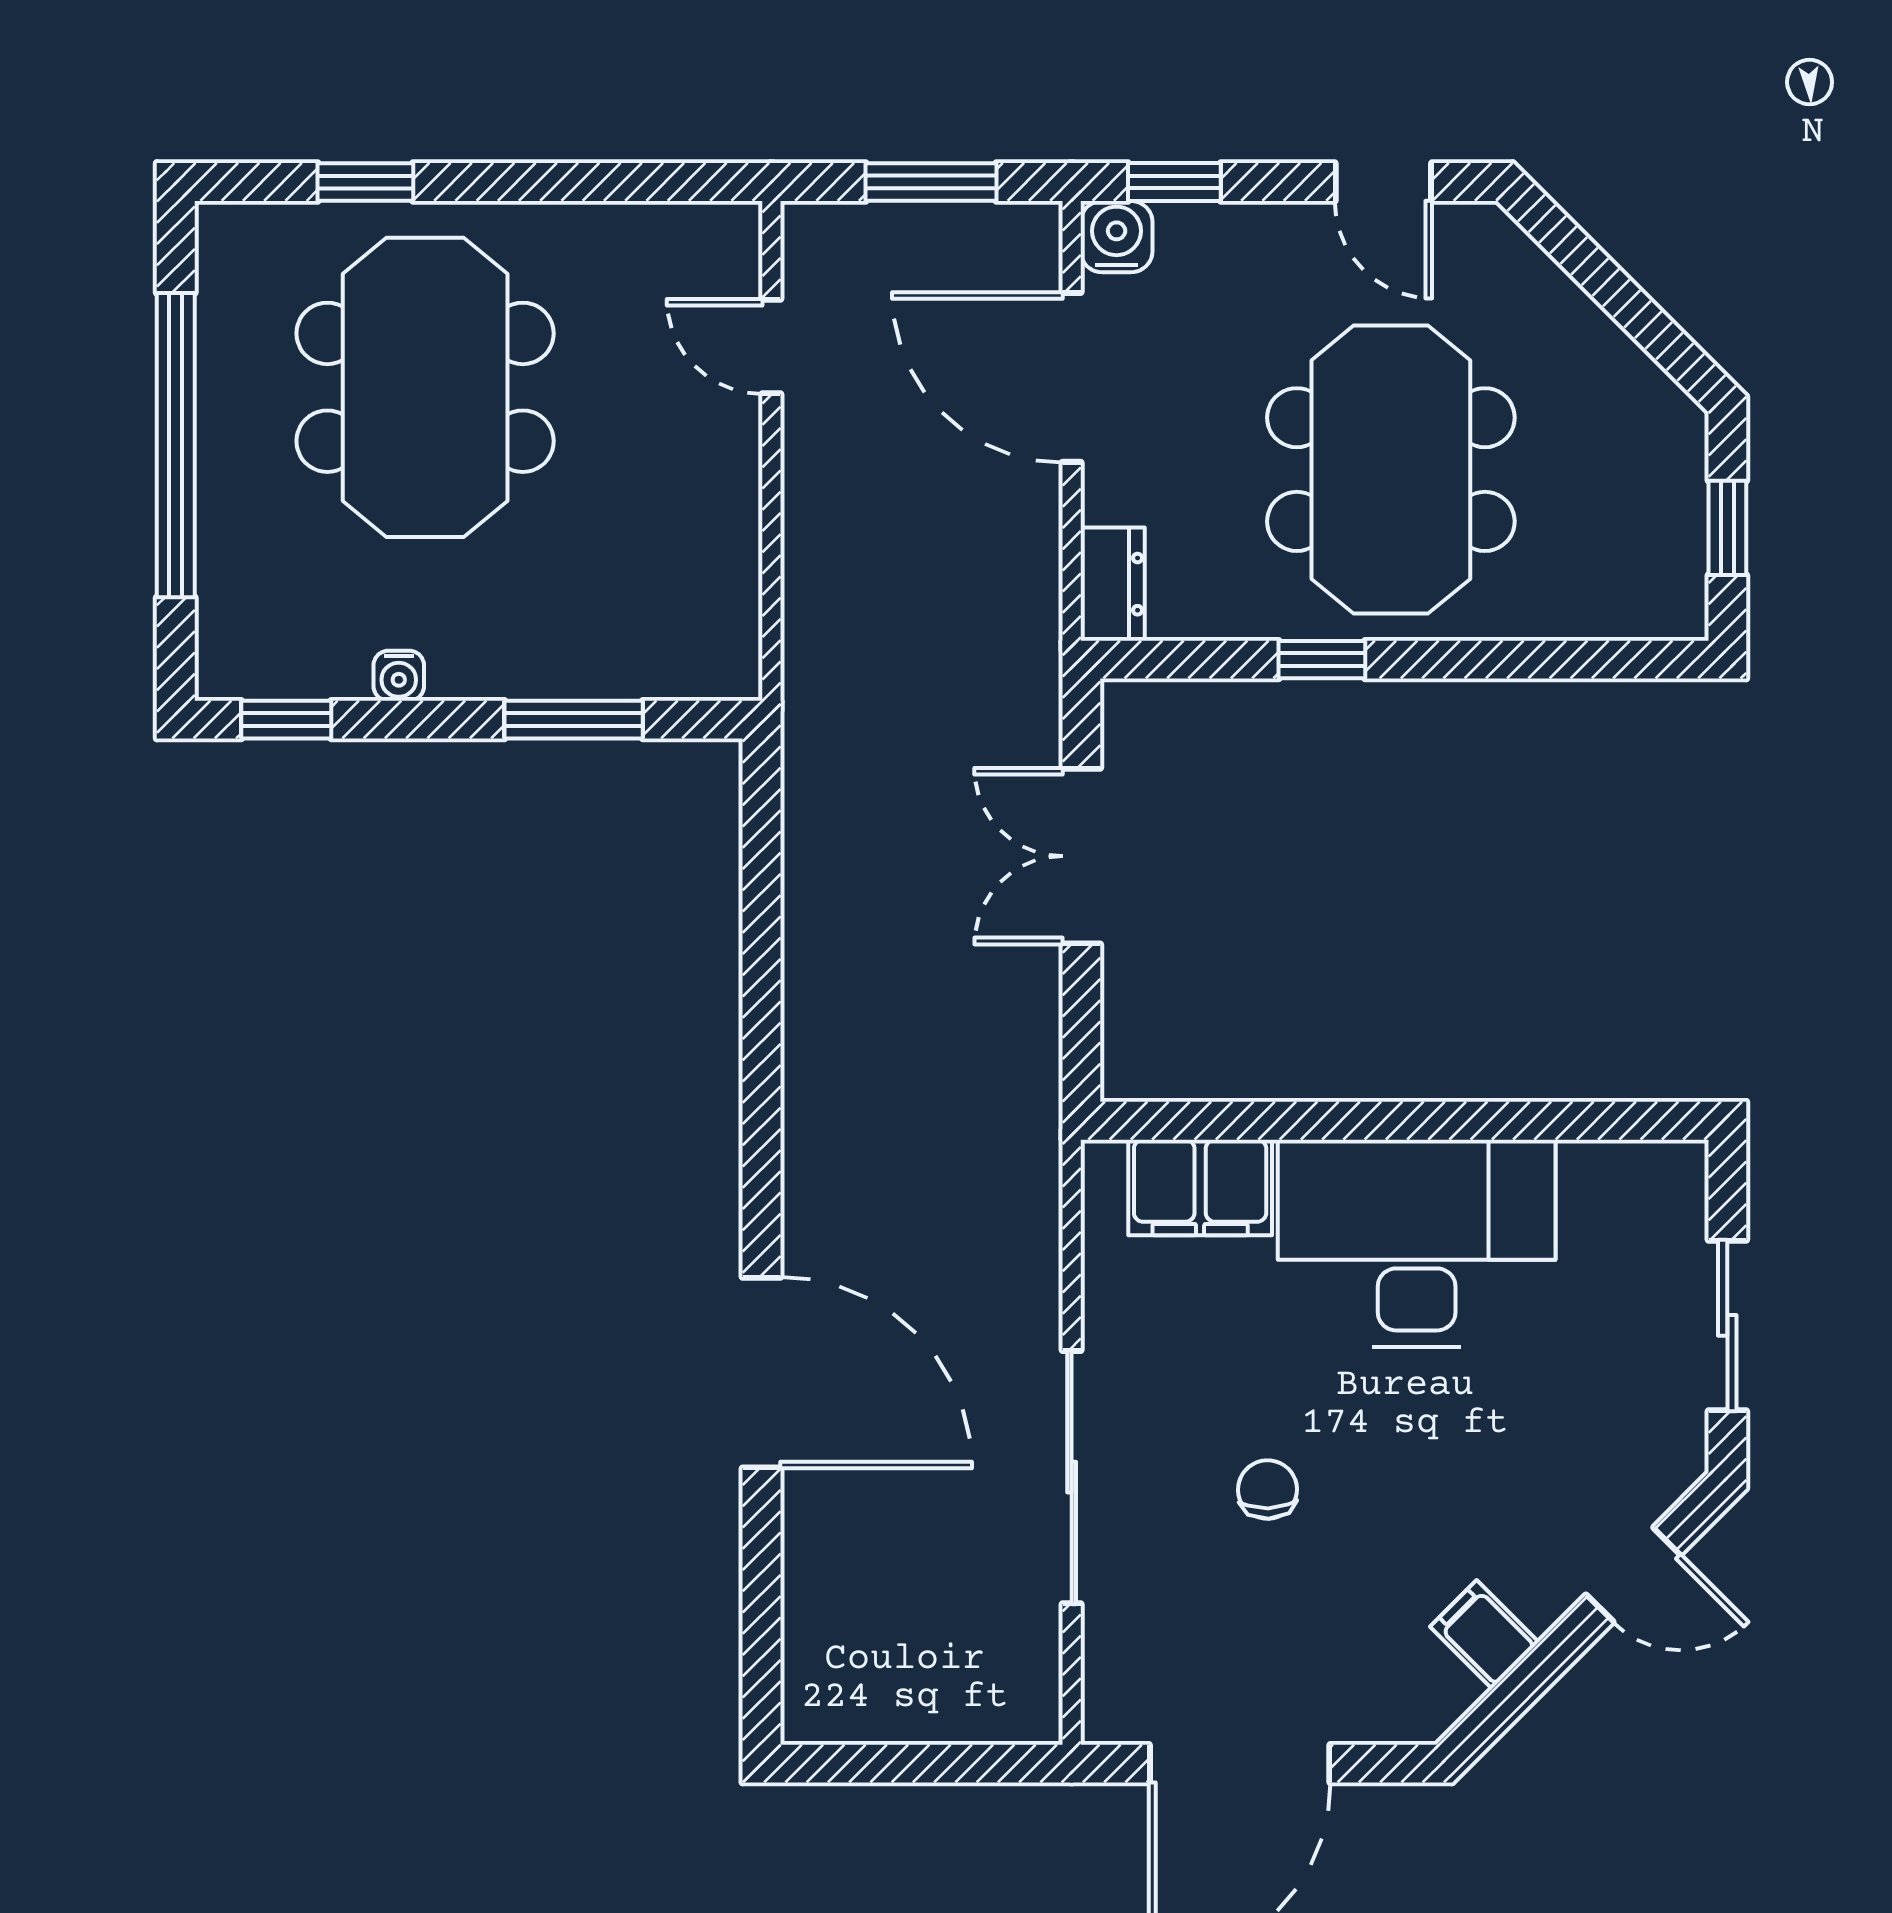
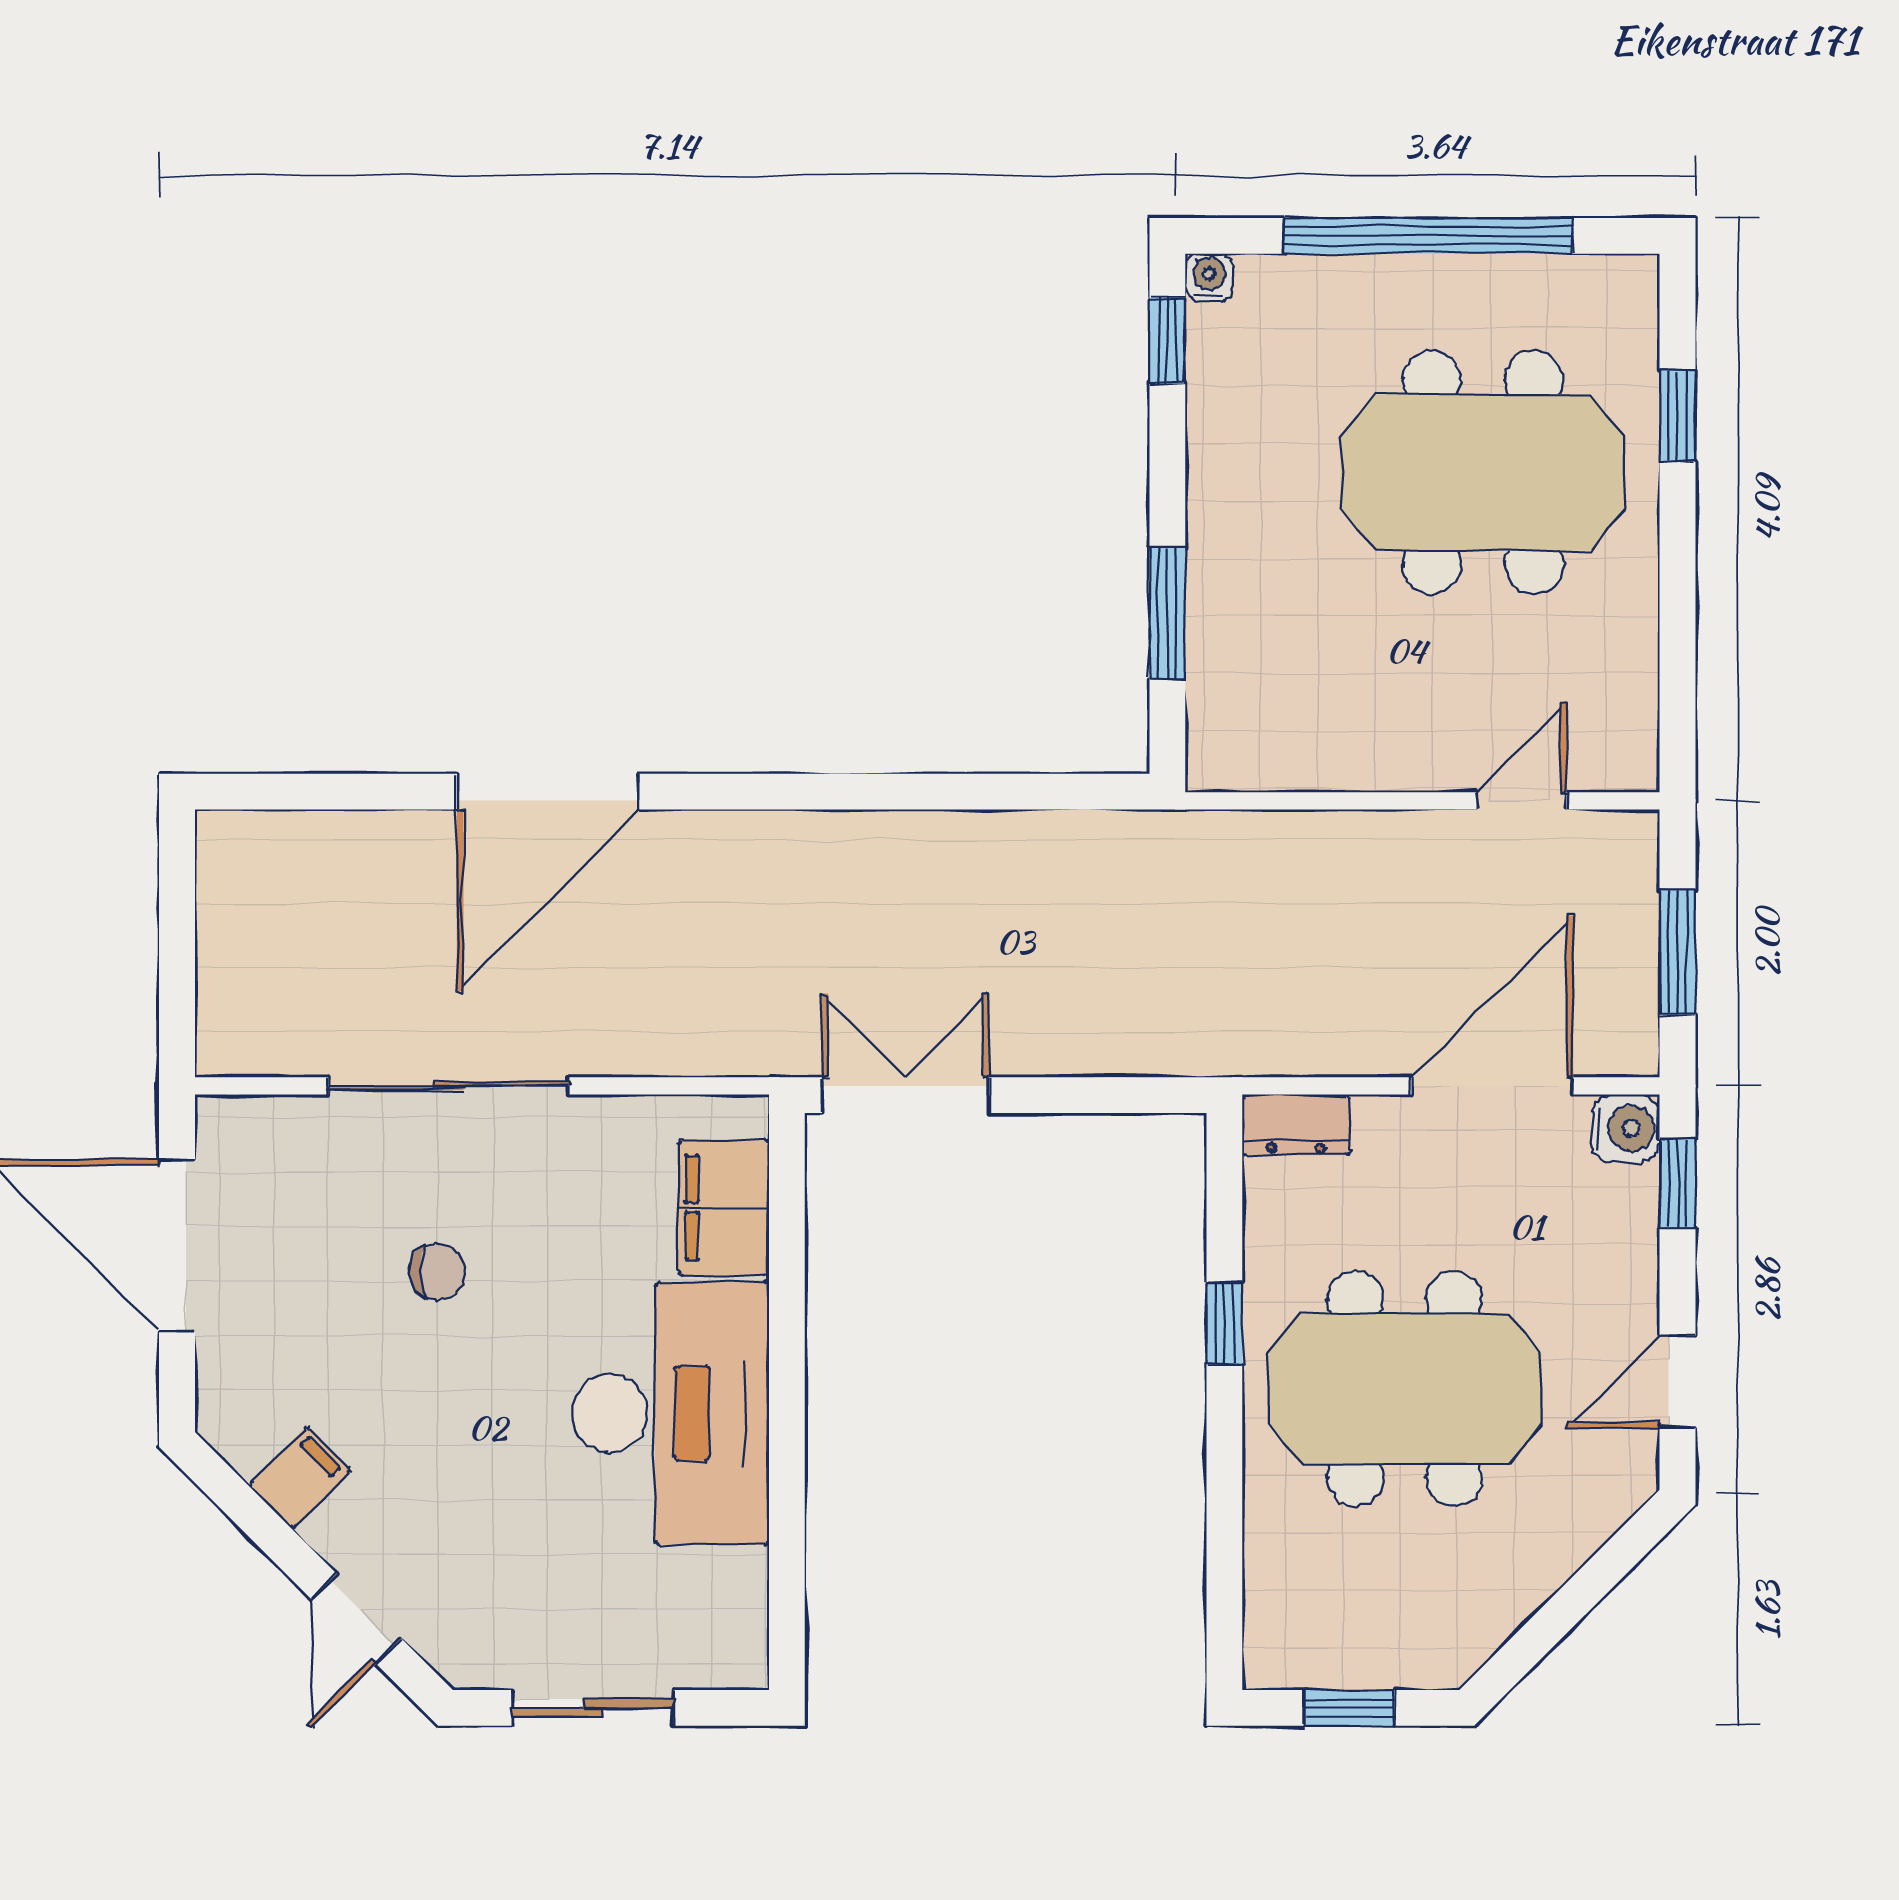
water cooler: (399, 676) -> (1209, 278), moved, turned 90
double door: (1081, 856) -> (905, 1095), moved

